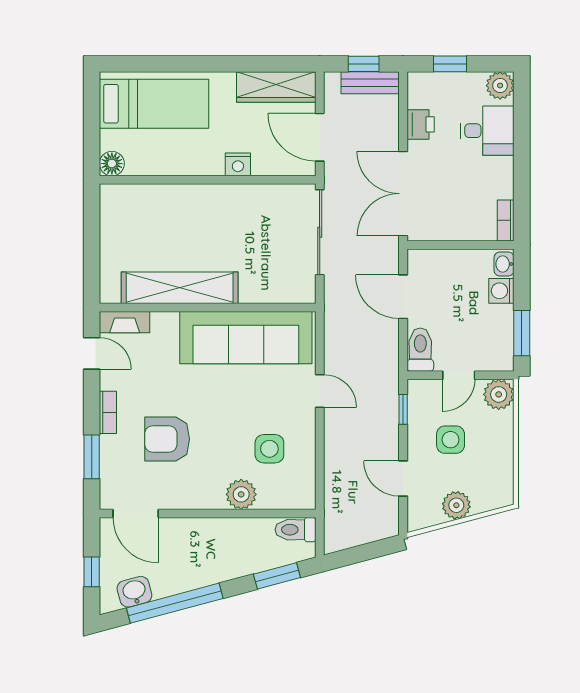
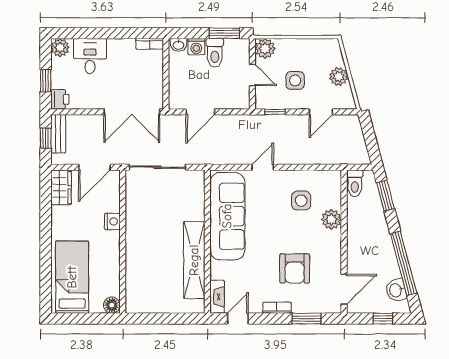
wardrobe: (276, 87) -> (61, 187), width x0.67
printer: (421, 124) -> (60, 99), moved, turned 90
toilet: (420, 350) -> (215, 53), moved, turned -90

